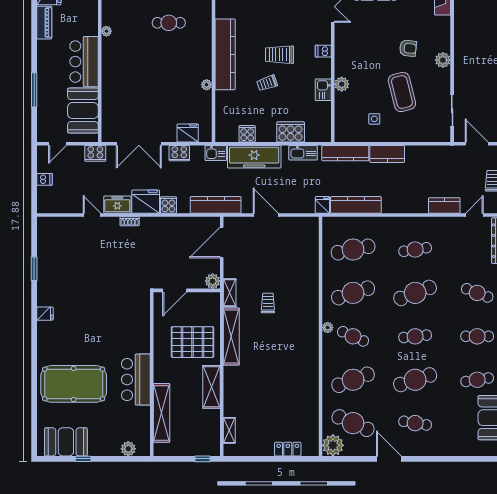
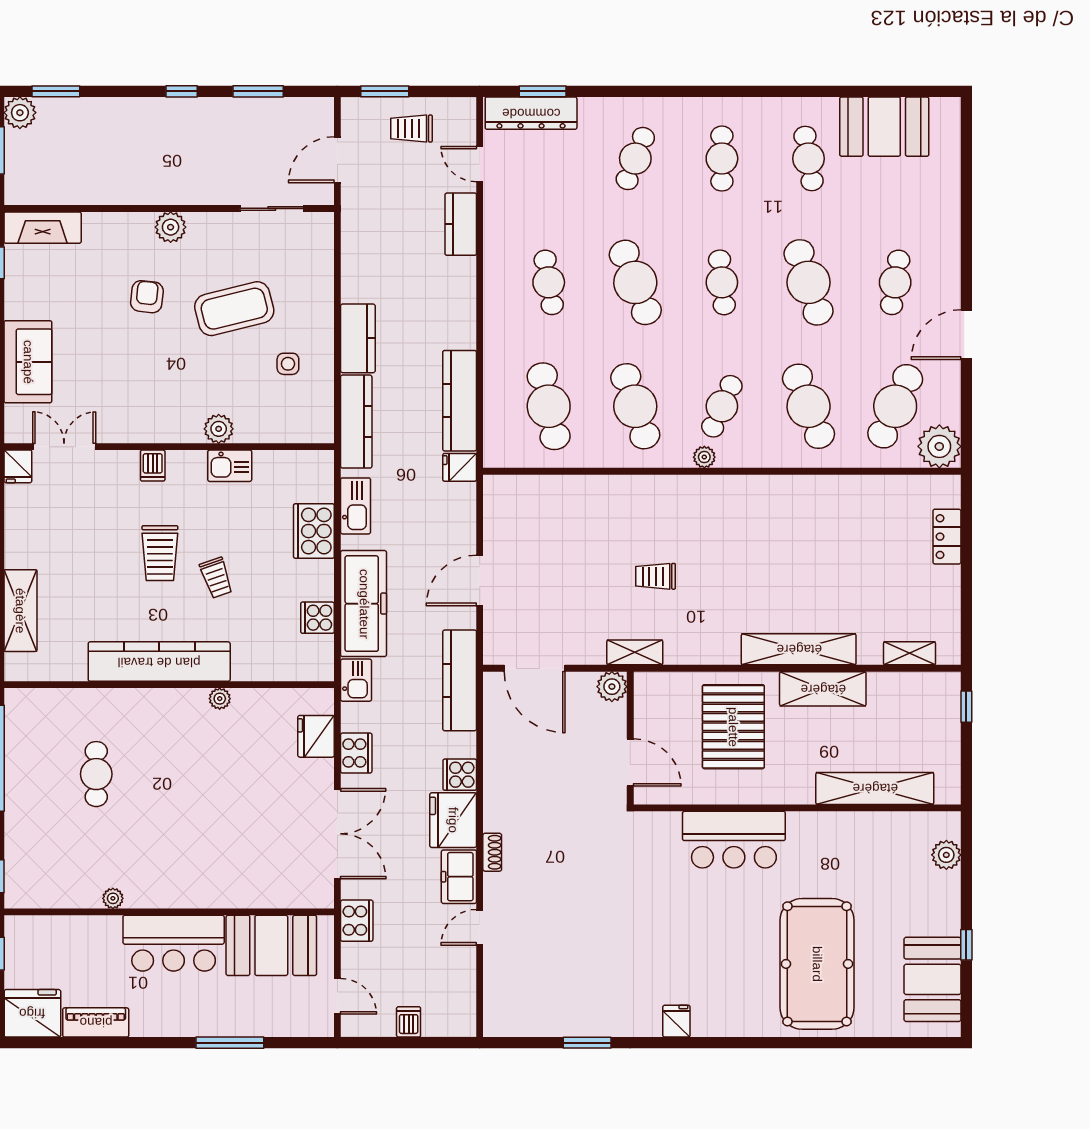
shelving: (231, 336) -> (799, 649), moved
bar counter: (136, 380) -> (734, 840), moved

